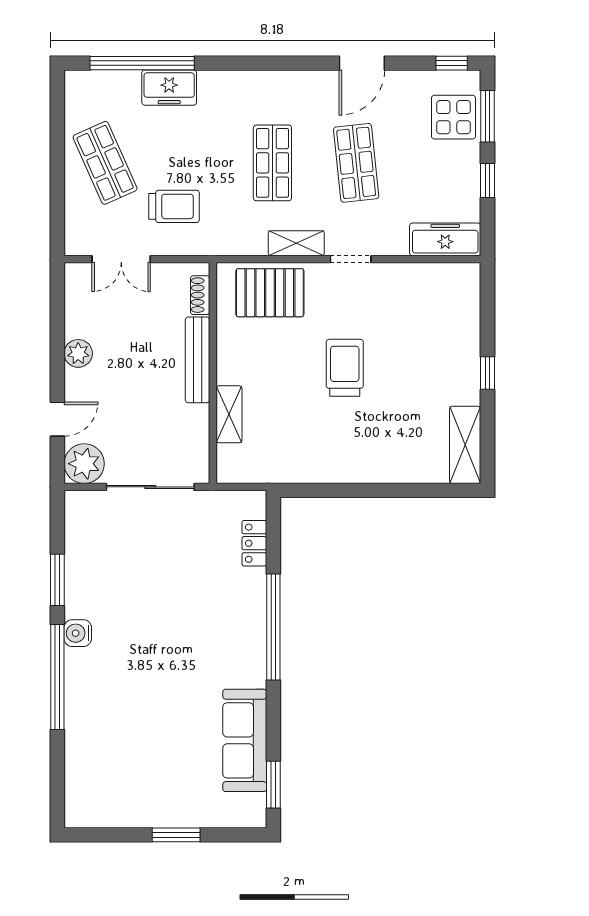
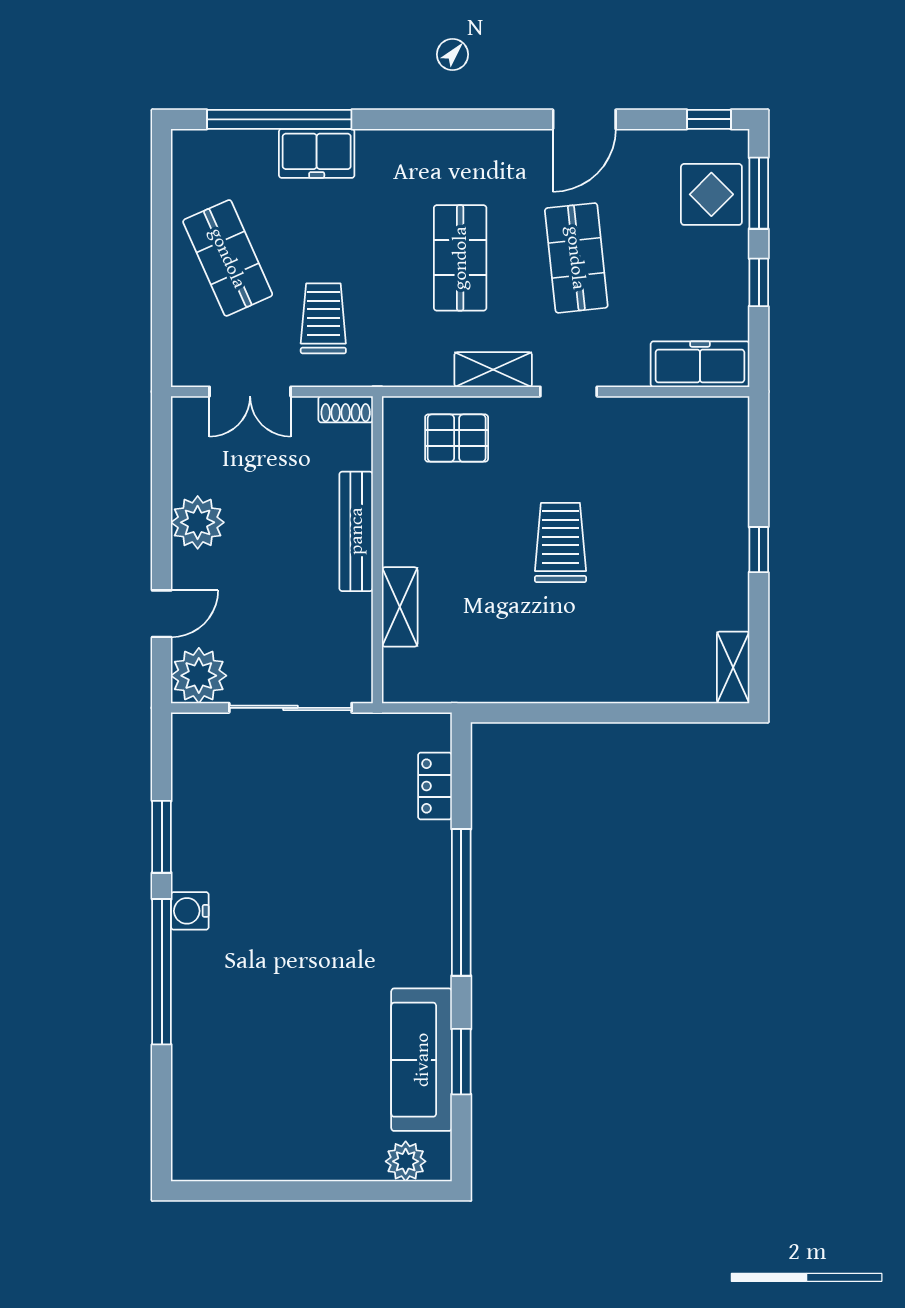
trolley: (174, 206) -> (323, 318), turned -90
pallet: (270, 293) -> (457, 438), width x0.67, depth x0.71
shoe rack: (200, 295) -> (346, 409), moved, turned -90
plant: (78, 353) -> (198, 522), width x1.36, depth x1.36
shelving: (465, 445) -> (733, 667), width x0.67, depth x0.75
window: (273, 785) -> (461, 1062), moved
plant: (233, 814) -> (406, 1161), added
window: (176, 835) -> (326, 1191), removed

